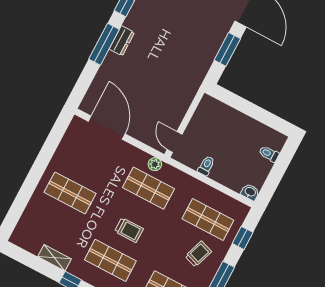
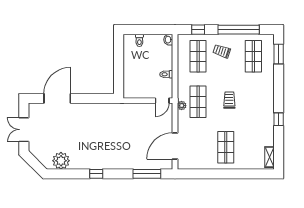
dresser: (122, 41) -> (118, 164), removed
window: (104, 44) -> (147, 174), moved
window: (227, 49) -> (90, 98), removed
shelving: (54, 258) -> (269, 157), moved
shop shelf: (110, 260) -> (253, 102), removed

